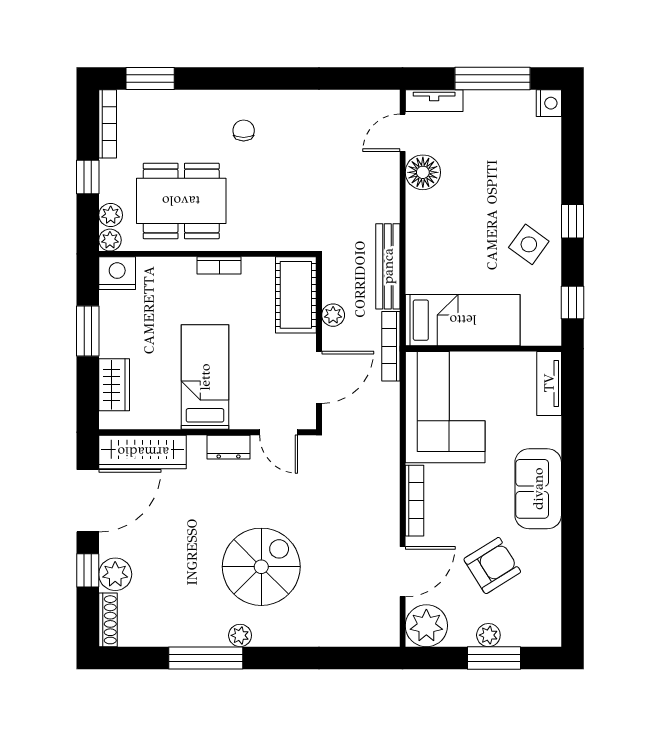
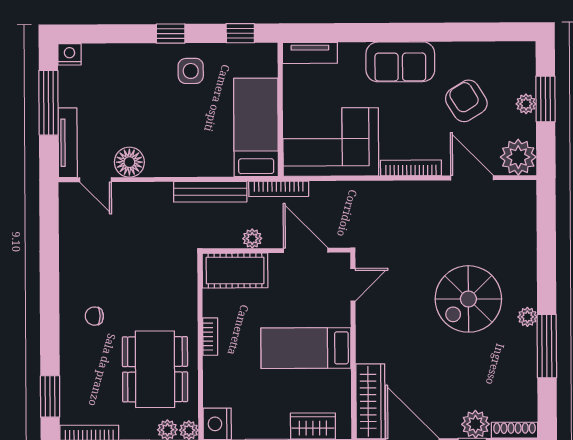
tv unit: (434, 101) -> (68, 143), width x1.41
side table: (529, 244) -> (191, 71), turned -36
dresser: (229, 447) -> (366, 328), removed
spiral stairs: (261, 567) -> (468, 299), turned -90

